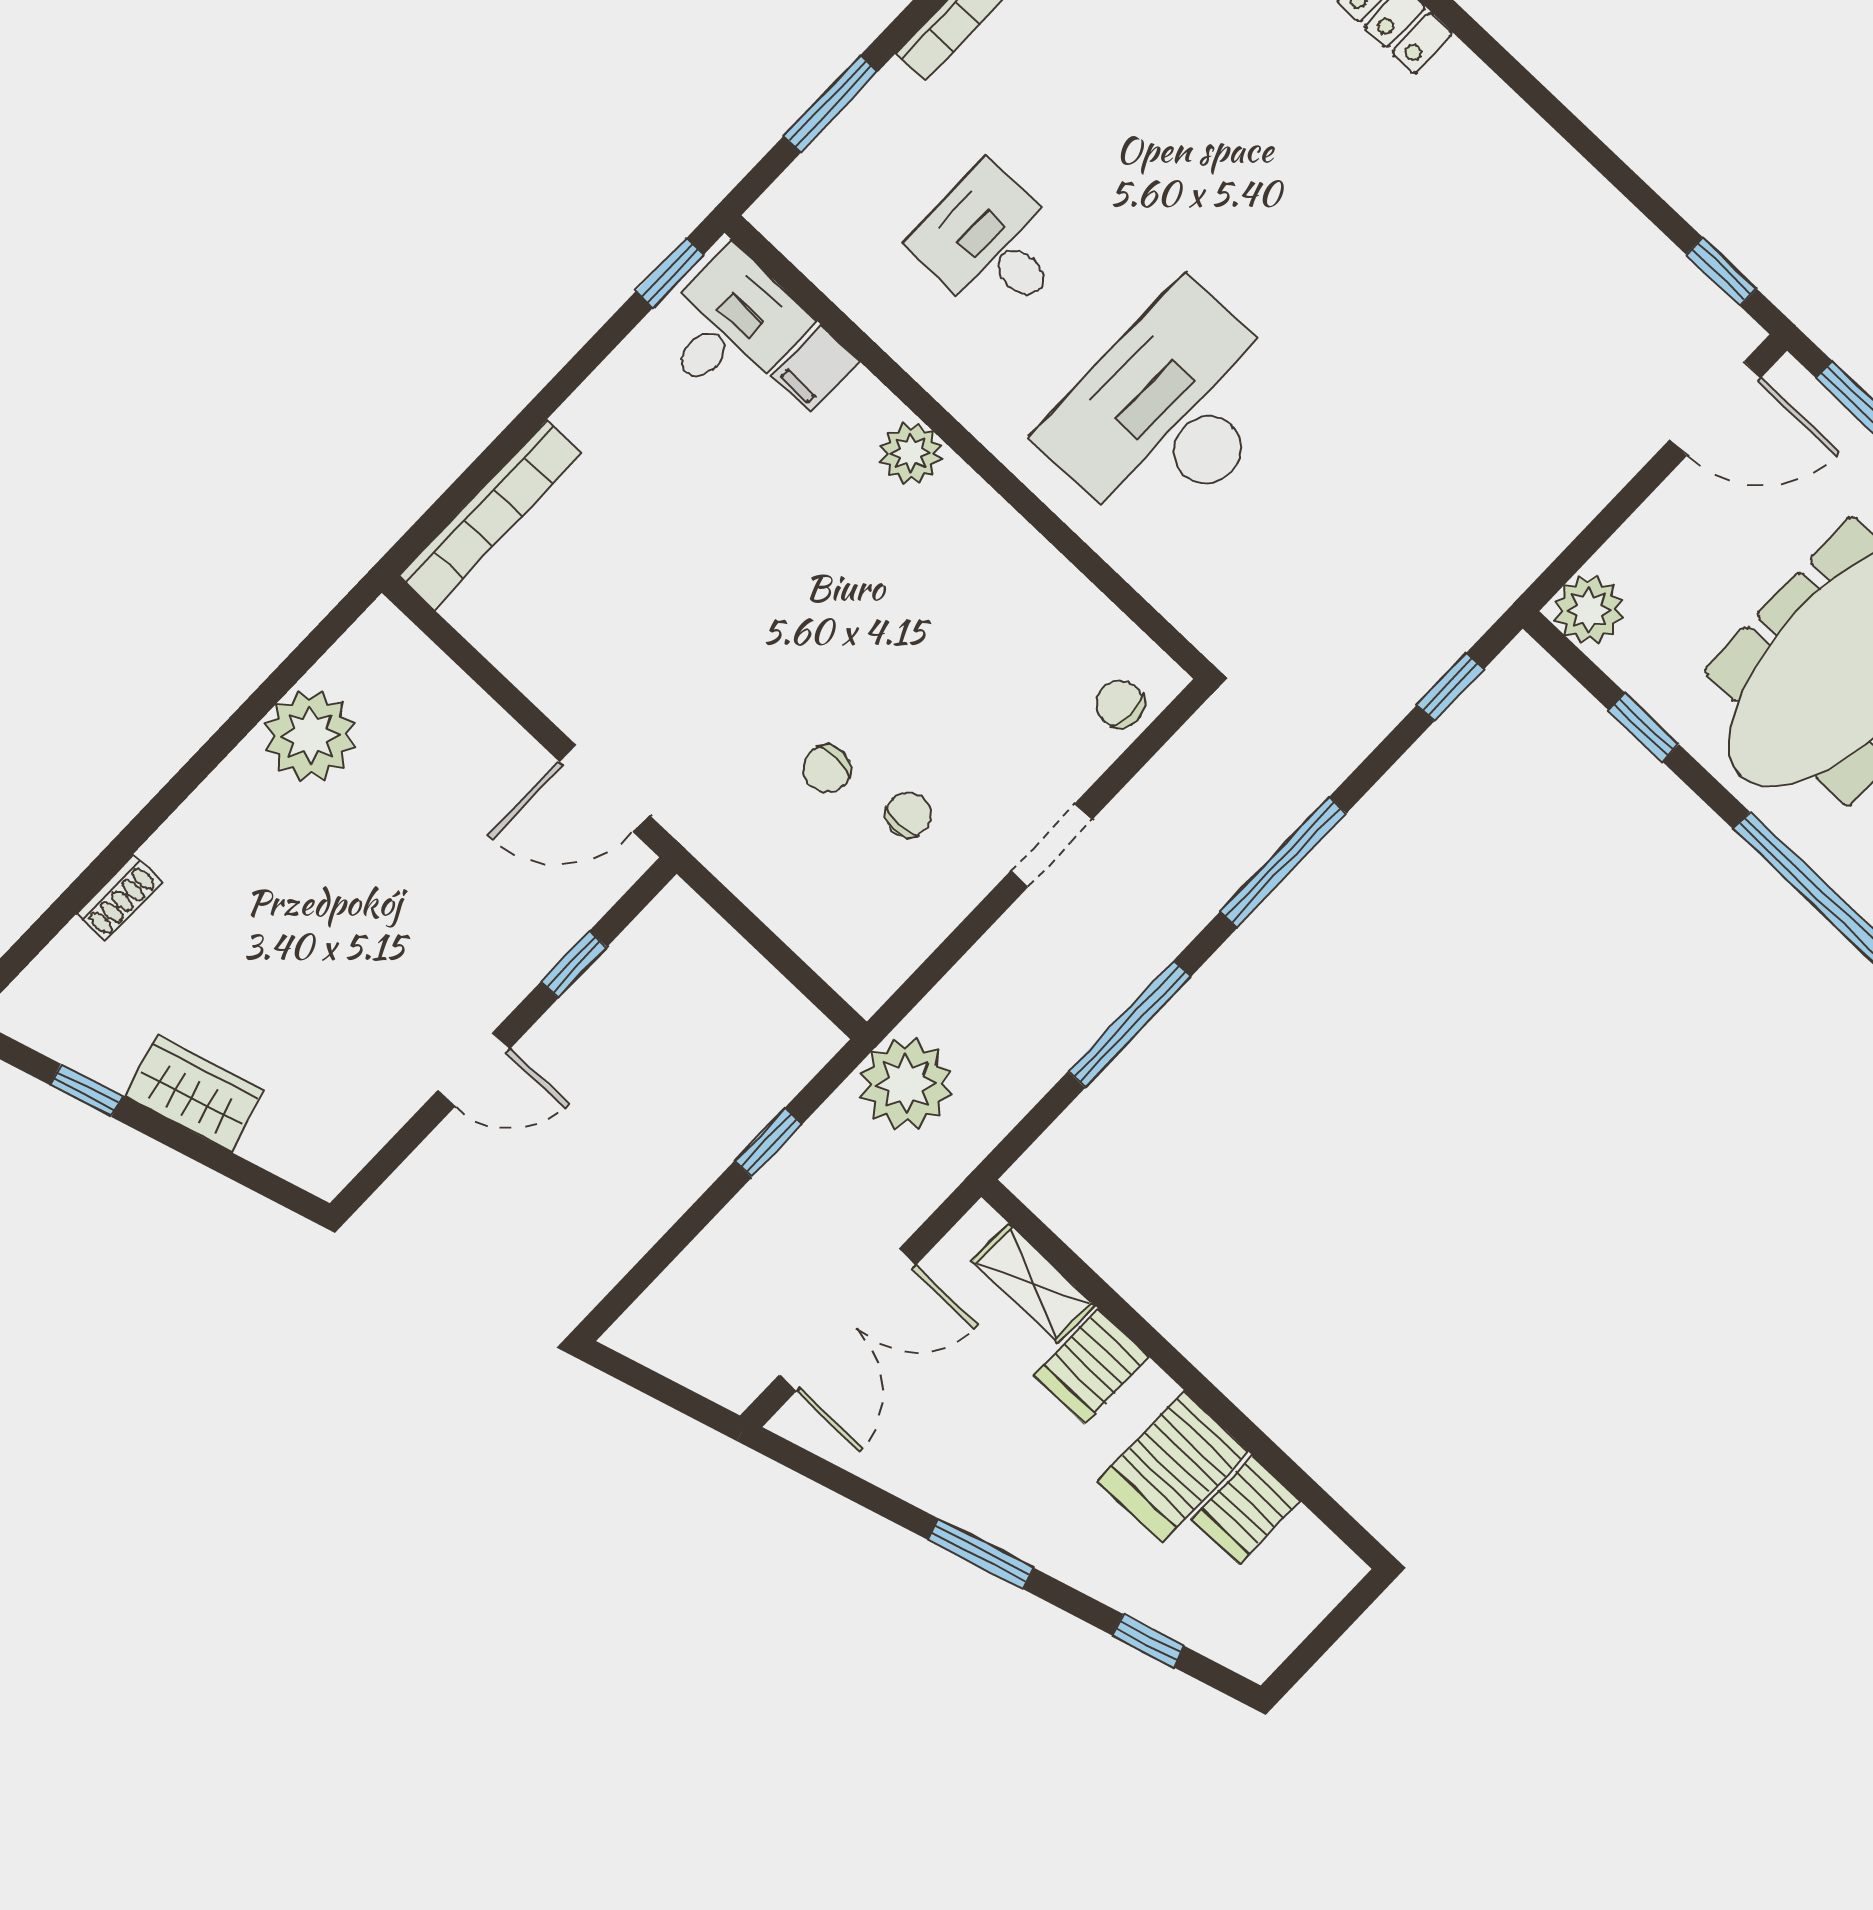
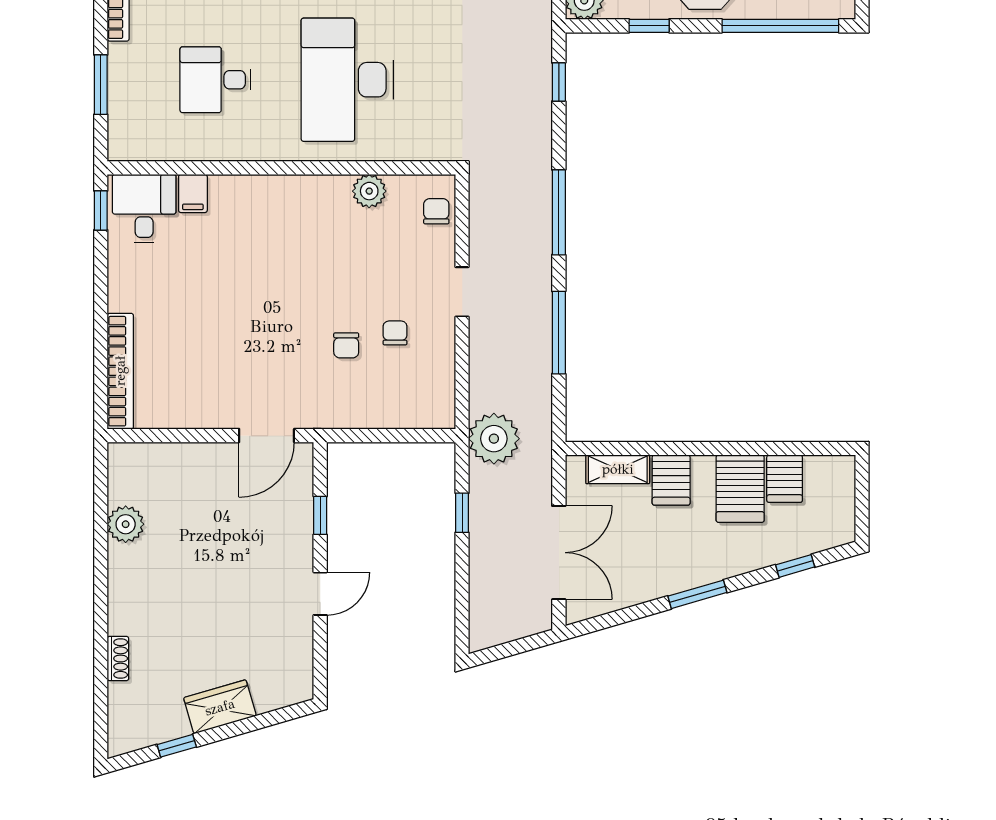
plant: (911, 453) -> (369, 191), moved
chair: (1120, 704) -> (436, 211), turned 90
plant: (310, 735) -> (126, 524), width x0.73, depth x0.73

